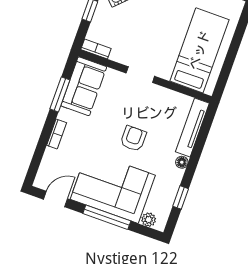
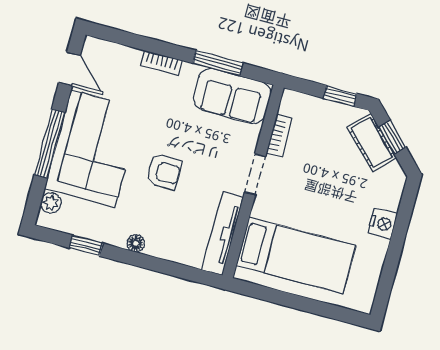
bookcase: (96, 49) -> (279, 136), moved
tv unit: (192, 128) -> (222, 233), moved, turned -90

